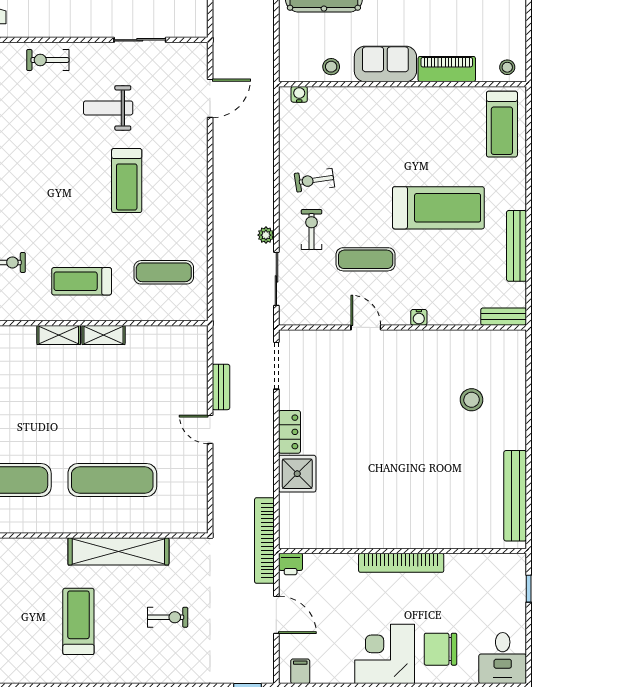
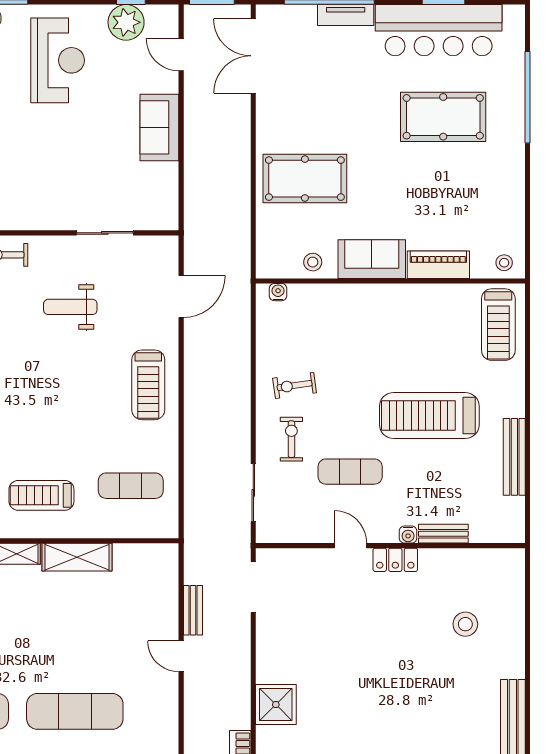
treadmill: (127, 181) -> (148, 385), moved
treadmill: (438, 208) -> (429, 415), turned 180
plant: (266, 235) -> (242, 445), removed
bench: (504, 317) -> (443, 534), moved
shelving: (104, 335) -> (77, 557), width x1.50, depth x1.33
locker: (289, 432) -> (395, 560), moved, turned 90

